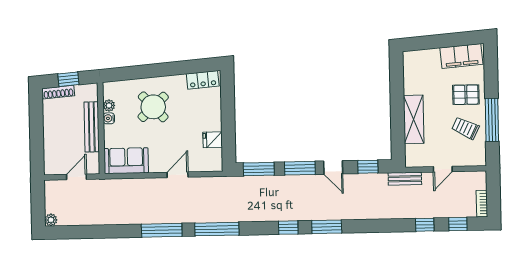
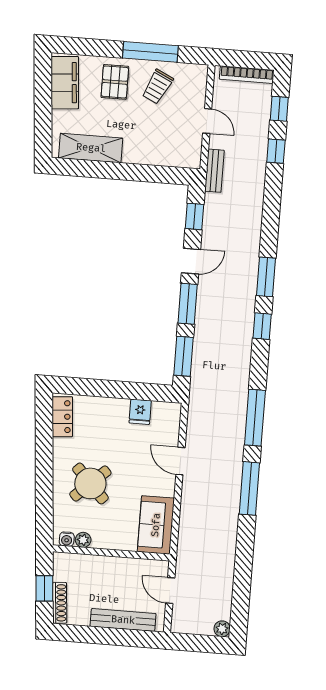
water cooler: (109, 118) -> (67, 539), moved
shelving: (414, 119) -> (91, 148), moved
bench: (92, 127) -> (123, 620), moved
bookcase: (482, 204) -> (247, 75), width x1.56

